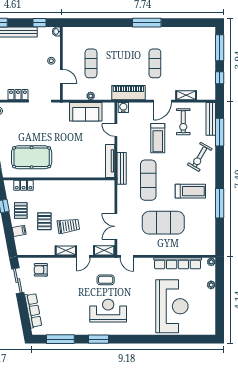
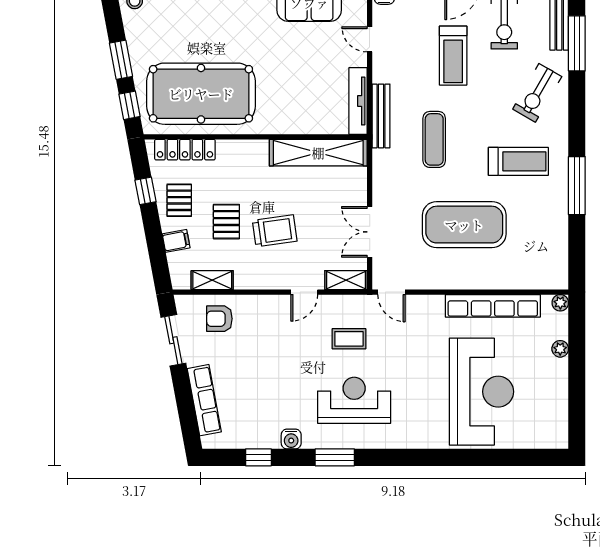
pool table: (32, 157) -> (201, 94), width x1.36, depth x1.32
exercise mat: (148, 180) -> (434, 139), width x0.73, depth x0.69
locker: (24, 185) -> (185, 150), width x1.53
shelving: (90, 187) -> (318, 153), added
shelving: (66, 250) -> (212, 280), moved
water cooler: (77, 330) -> (291, 439), added
window: (60, 339) -> (258, 457), width x0.46

